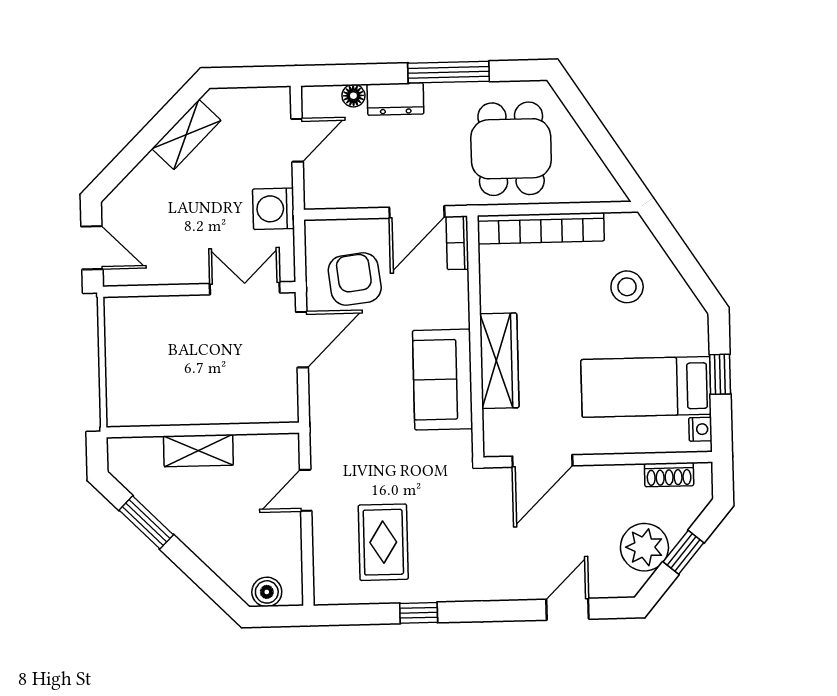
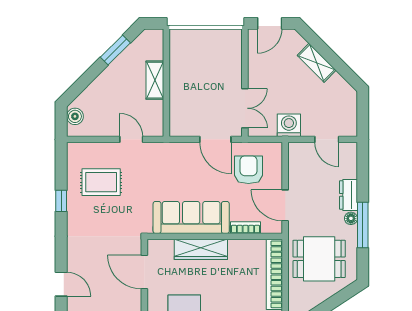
floor lamp: (353, 96) -> (351, 218), moved
shelving: (186, 134) -> (317, 63), moved
bookcase: (457, 243) -> (246, 228), moved
armchair: (355, 279) -> (248, 170), turned -83
sofa: (443, 380) -> (191, 217), width x1.36

